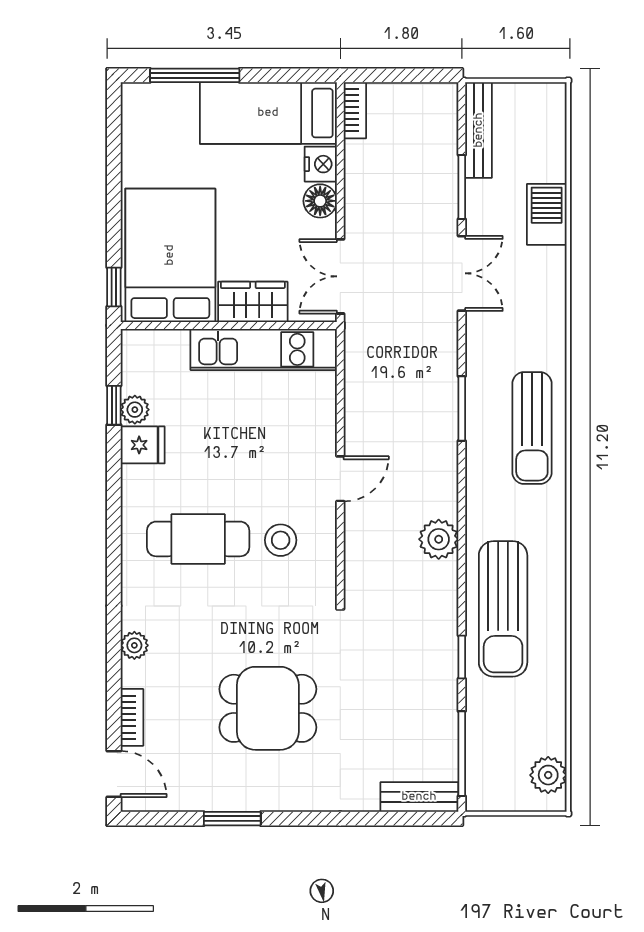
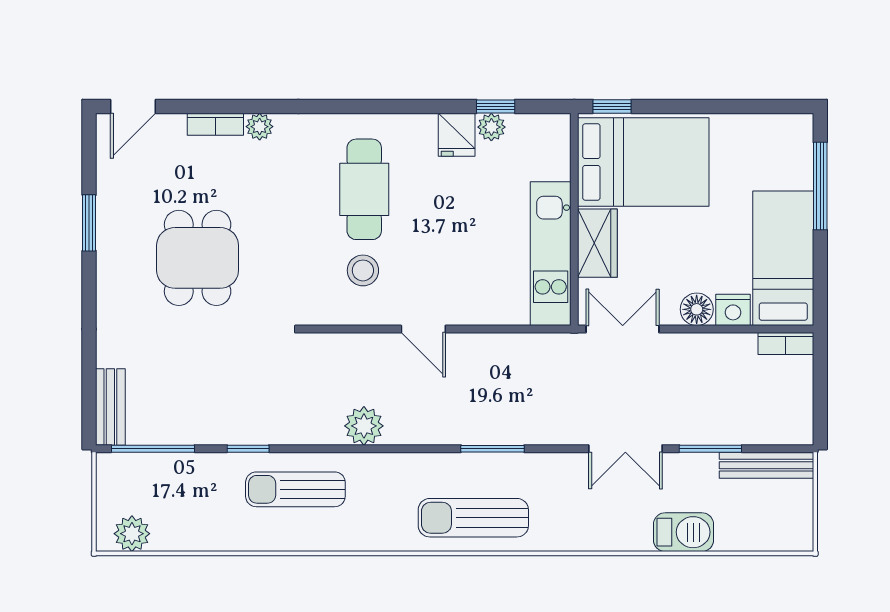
sun lounger: (503, 609) -> (295, 489), width x0.73, depth x0.75
bookcase: (132, 717) -> (215, 124), moved

